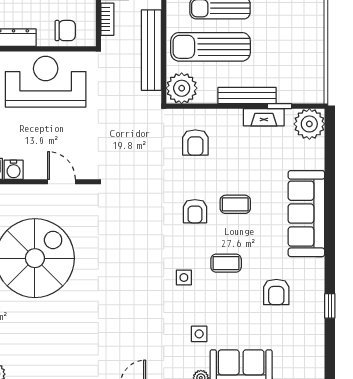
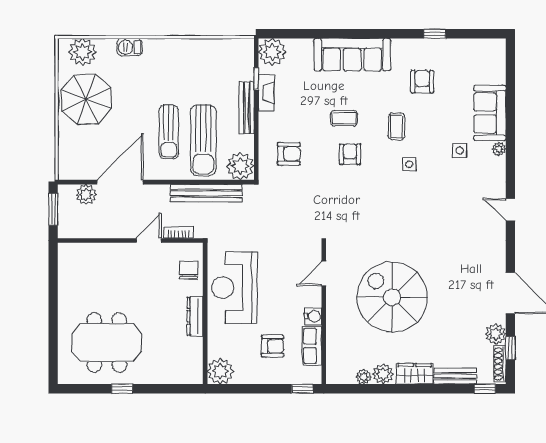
coffee table: (235, 204) -> (344, 118), turned 90
armchair: (195, 211) -> (350, 154), turned -90
armchair: (276, 292) -> (422, 82), turned -90

